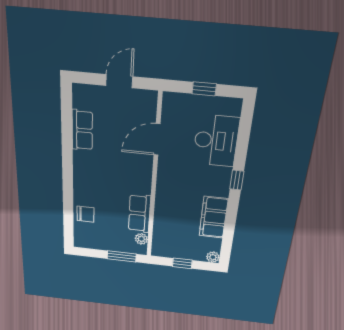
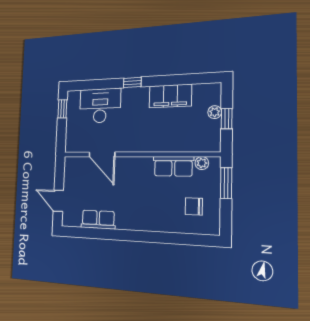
door: (119, 81) -> (58, 201), moved
window: (204, 89) -> (62, 109), moved
chair: (85, 214) -> (194, 206), moved, turned -90
plant: (213, 257) -> (215, 112), moved

